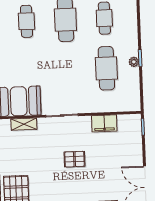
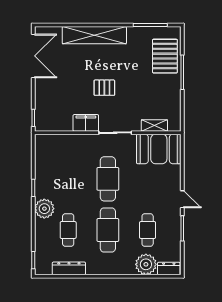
plant: (134, 62) -> (44, 209), moved, width x1.88, depth x1.88
cafe table: (106, 68) -> (108, 179), moved
filing cabinet: (104, 123) -> (86, 123), moved

